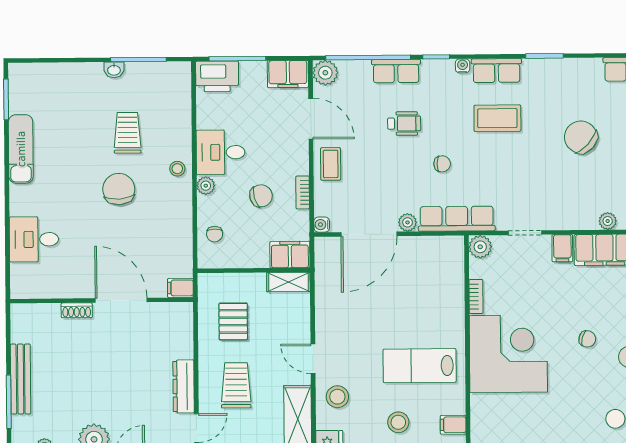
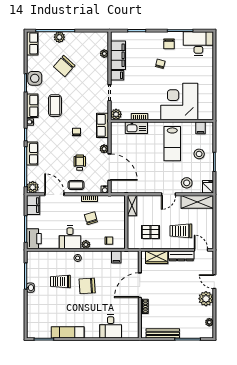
side table: (554, 75) -> (35, 78), added
door: (311, 119) -> (54, 194), hinge flipped
wheelchair: (404, 124) -> (80, 163), moved
row of seats: (457, 219) -> (103, 125), width x0.68
filing cabinet: (290, 255) -> (119, 205), removed
filing cabinet: (180, 288) -> (116, 257), moved
kitchen sink: (452, 290) -> (136, 128), added
wardrobe: (180, 335) -> (157, 257), added
corner desk: (508, 354) -> (179, 101), moved
bench: (21, 379) -> (163, 333), moved

